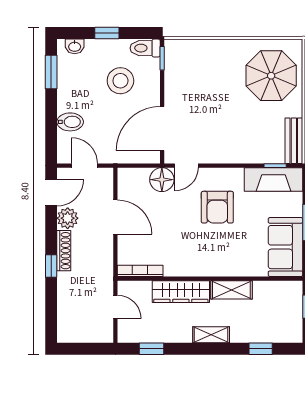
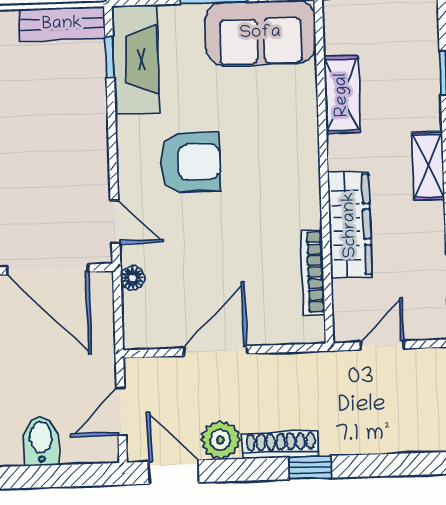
floor lamp: (162, 180) -> (132, 278), width x0.53, depth x0.53
bookcase: (140, 271) -> (313, 272), moved
shelving: (231, 290) -> (342, 95), moved

